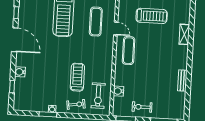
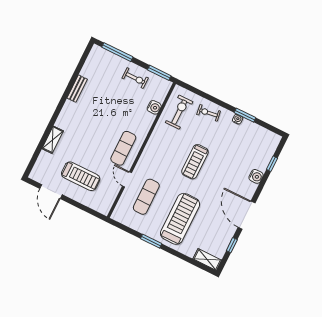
treadmill: (152, 16) -> (81, 176), turned 180
treadmill: (77, 77) -> (195, 162), moved

